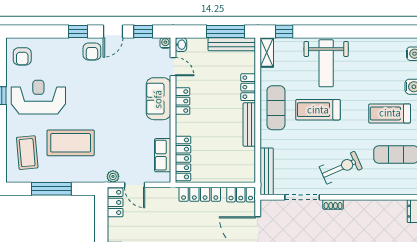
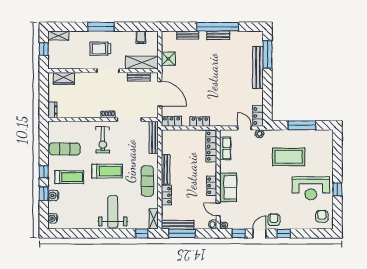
treadmill: (318, 110) -> (107, 171), moved
coffee table: (27, 153) -> (318, 150), removed
exercise bike: (341, 168) -> (103, 140), turned -66
locker: (200, 194) -> (200, 121), width x0.66

